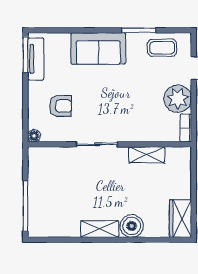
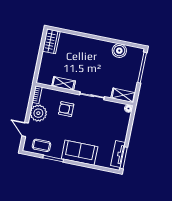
armchair: (61, 106) -> (66, 109), moved
boiler: (132, 226) -> (119, 51), moved
shelving: (100, 229) -> (123, 95), moved

